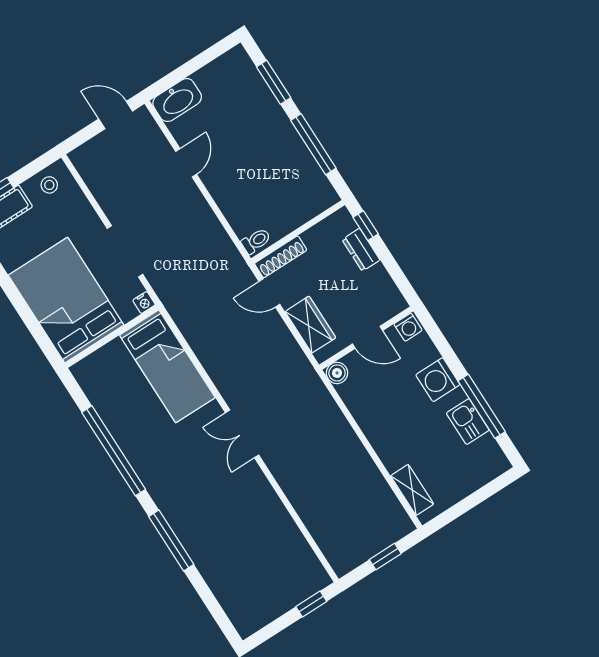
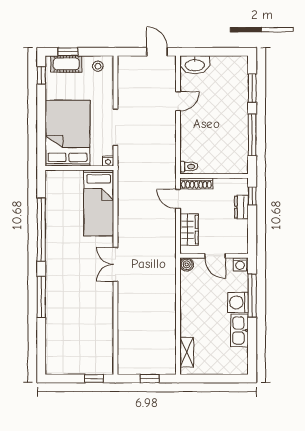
window: (482, 406) -> (252, 295), moved
kitchen sink: (468, 422) -> (240, 330), width x1.38

